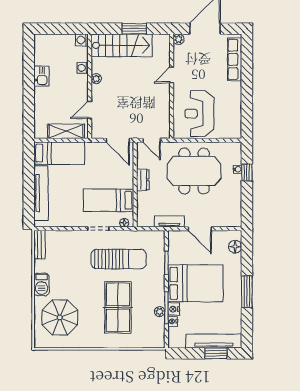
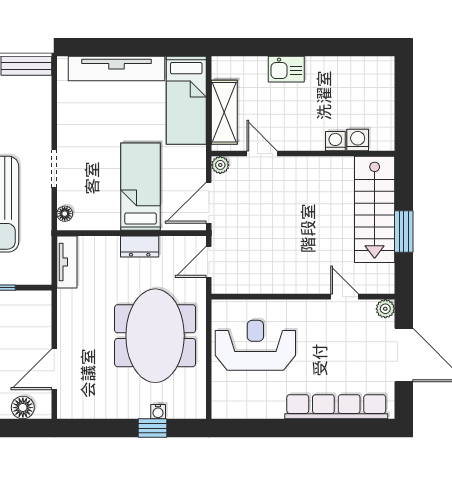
washing machine: (82, 40) -> (358, 140), moved
row of seats: (235, 59) -> (336, 407), width x1.36
door: (172, 75) -> (345, 297), moved
kitchen sink: (41, 76) -> (286, 69), moved
plant: (96, 79) -> (220, 165), moved
bed: (109, 200) -> (141, 187), moved
tv unit: (169, 221) -> (67, 262), moved
door: (200, 229) -> (54, 369), moved

